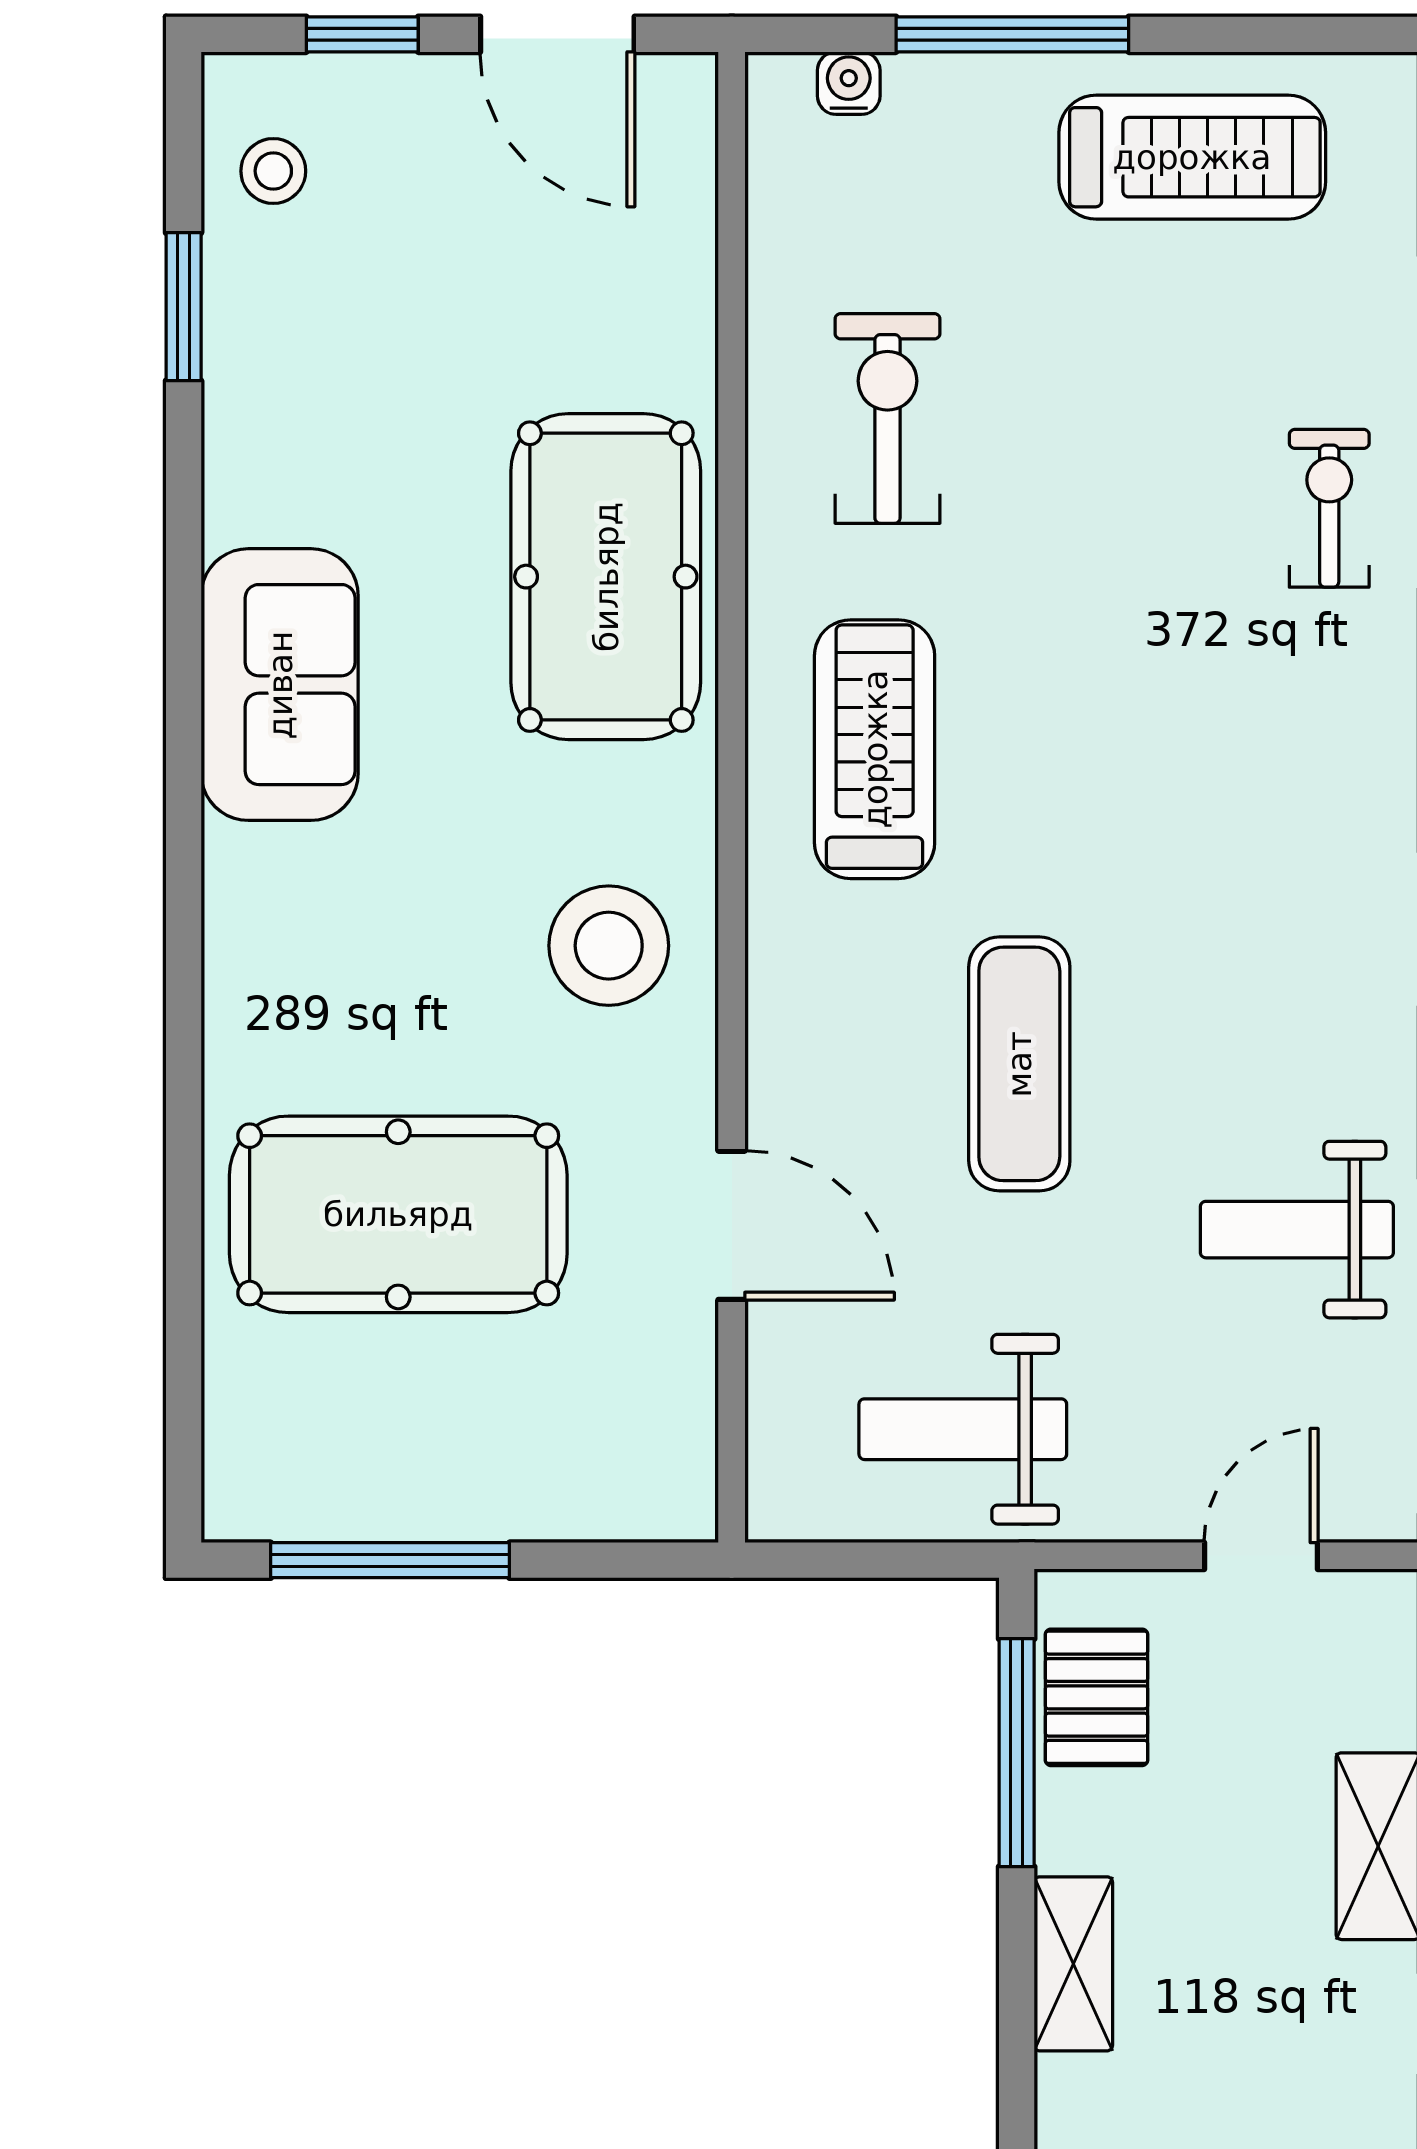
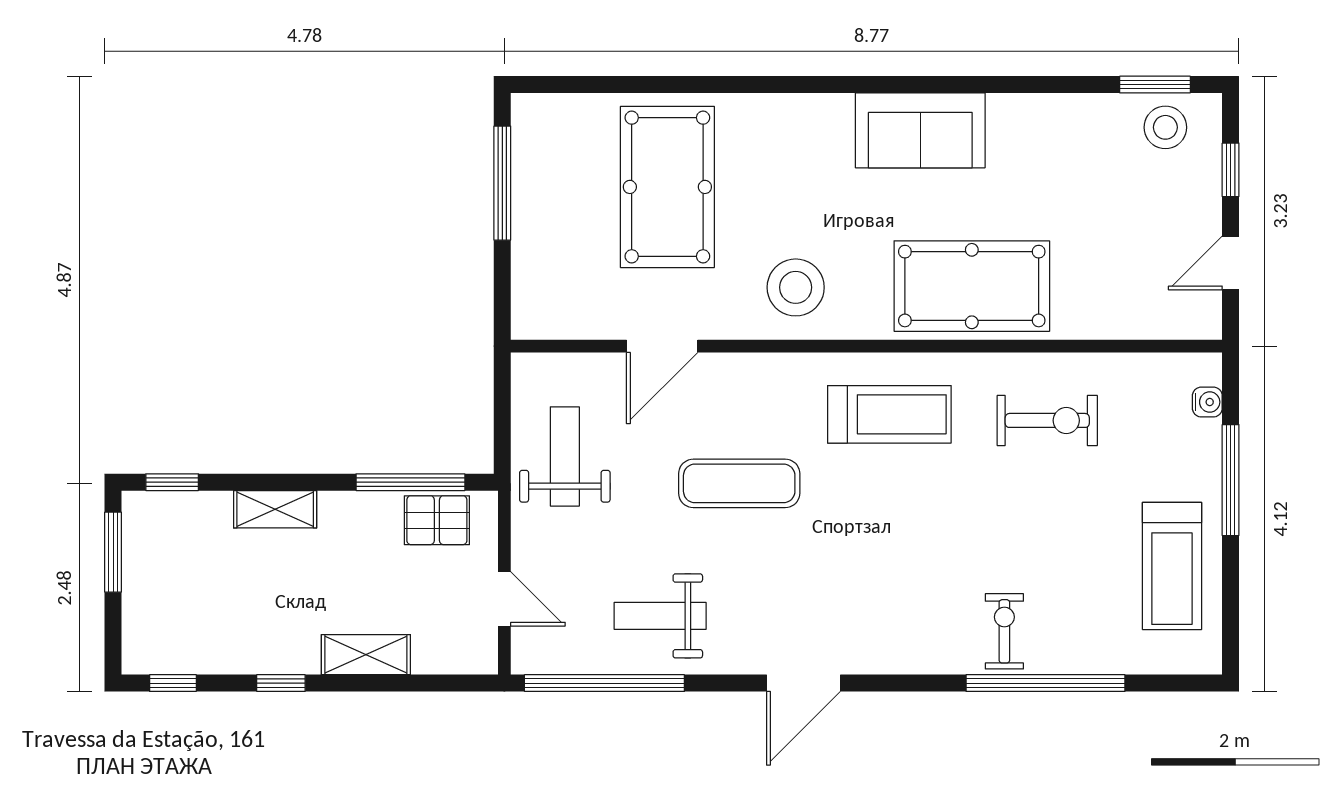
door: (557, 34) -> (1231, 263), width x0.73
stool: (273, 171) -> (1165, 127), width x1.37, depth x1.37
window: (184, 307) -> (1155, 85), moved
exercise bike: (1329, 508) -> (1004, 631), turned -90
weight bench: (1297, 1230) -> (660, 616), turned -90
shelving: (1073, 1964) -> (275, 509), moved

